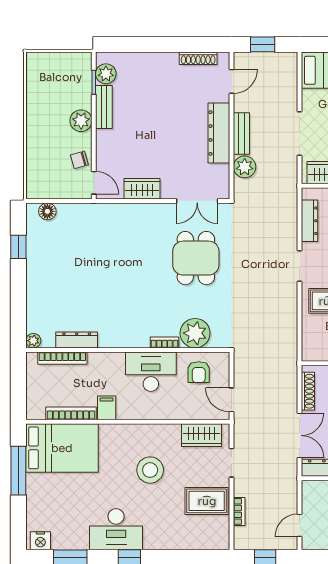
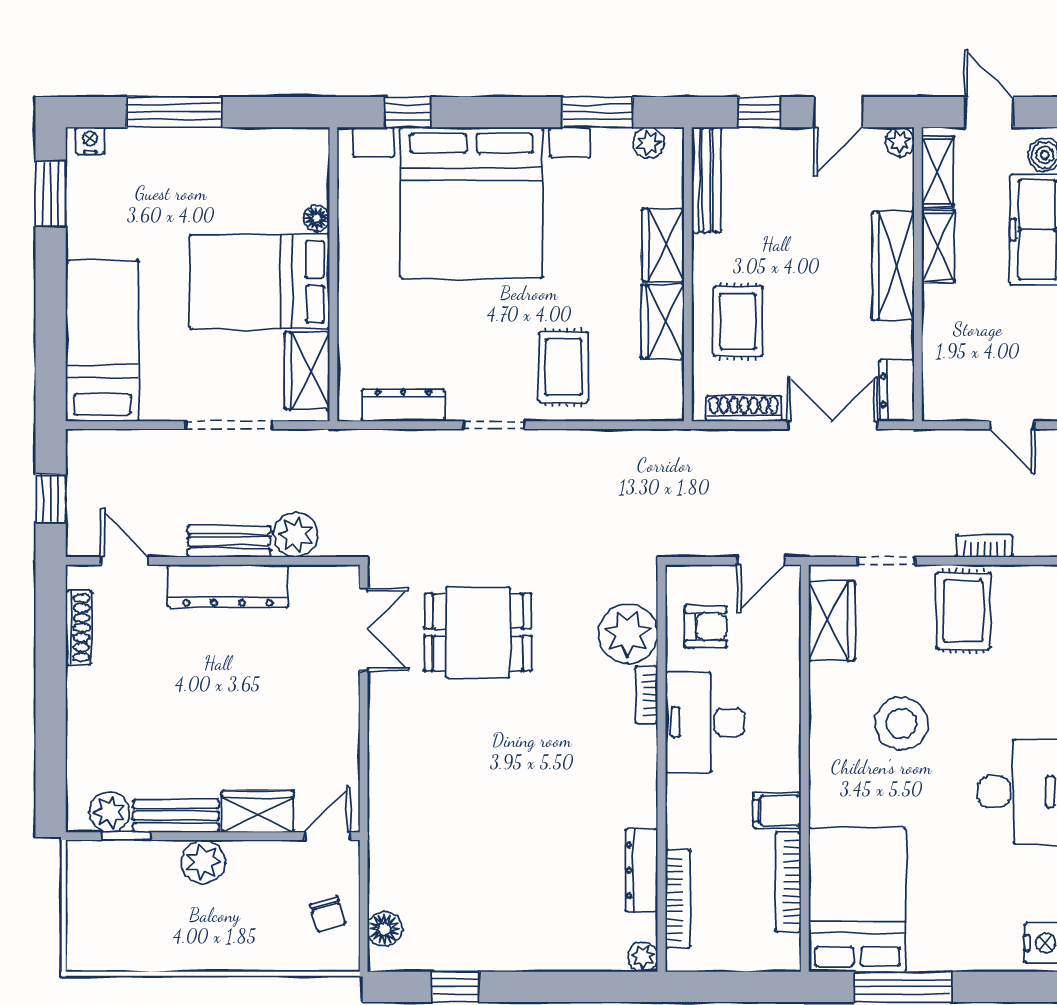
chair: (79, 160) -> (328, 914), moved
wardrobe: (142, 189) -> (258, 811), moved, turned 90

